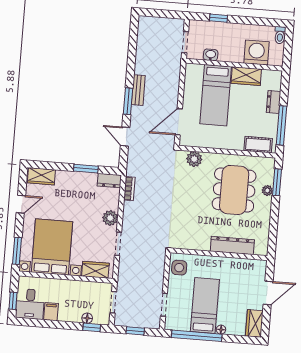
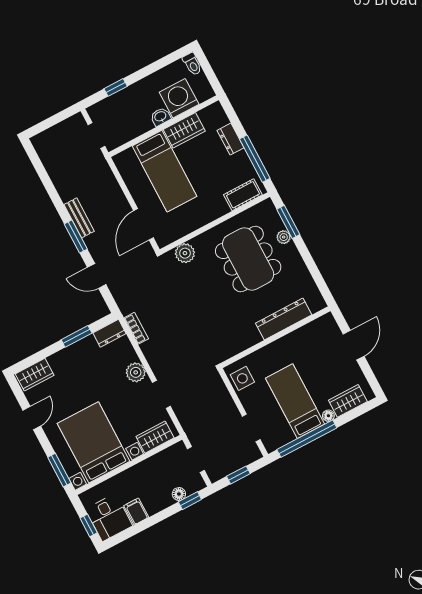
washbasin: (211, 55) -> (161, 117), moved
wardrobe: (254, 323) -> (348, 401), moved, turned 90

